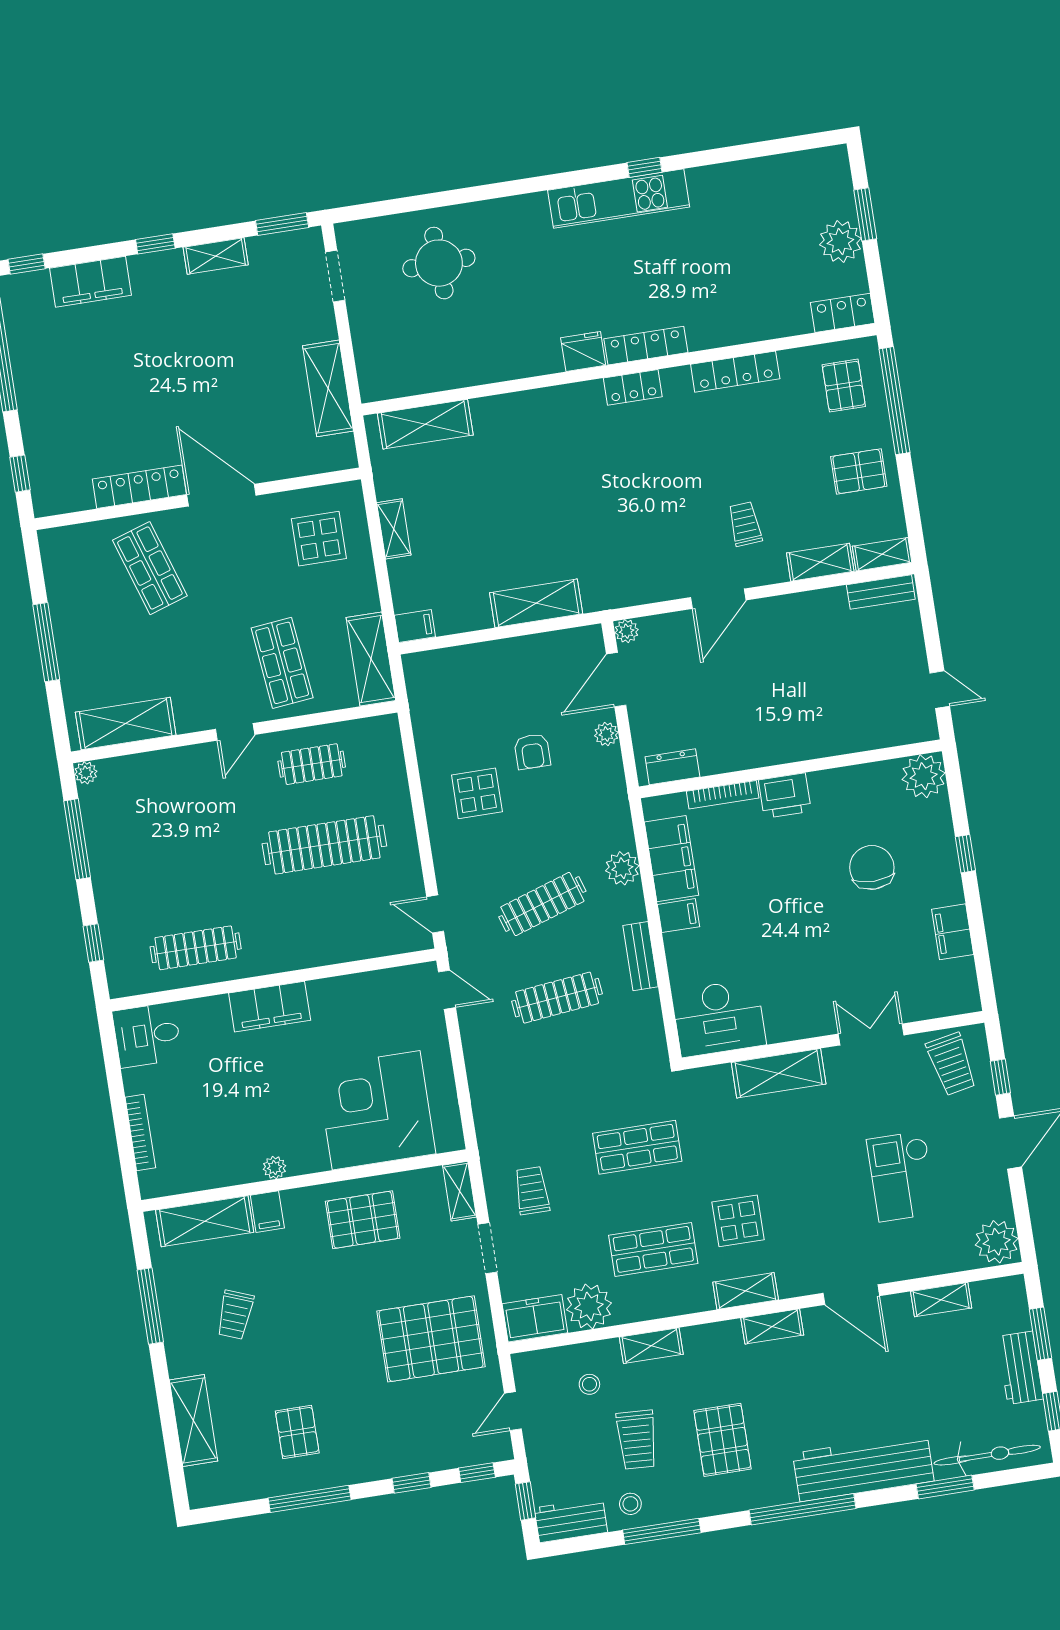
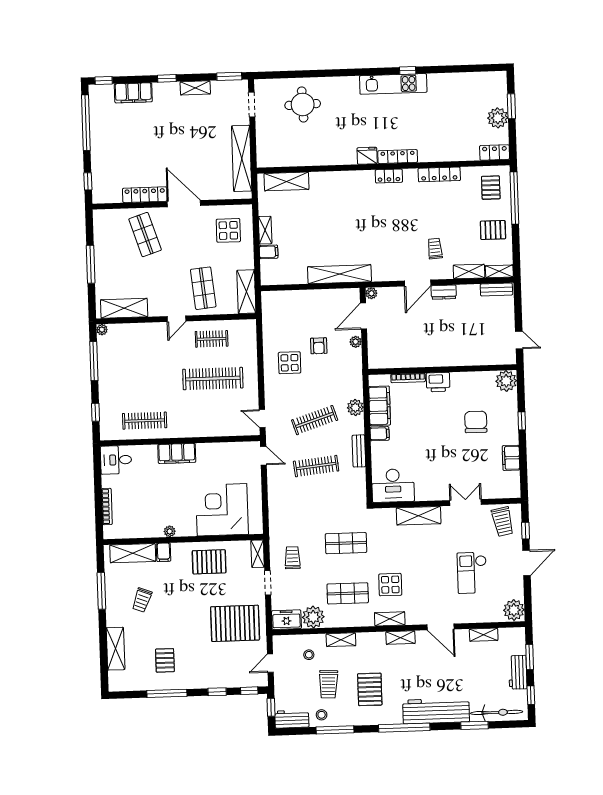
shelving: (328, 388) -> (242, 158), width x1.47
shelving: (536, 603) -> (339, 274), width x1.47
filing cabinet: (415, 626) -> (269, 252), moved
dresser: (672, 767) -> (444, 292), moved, turned 180

